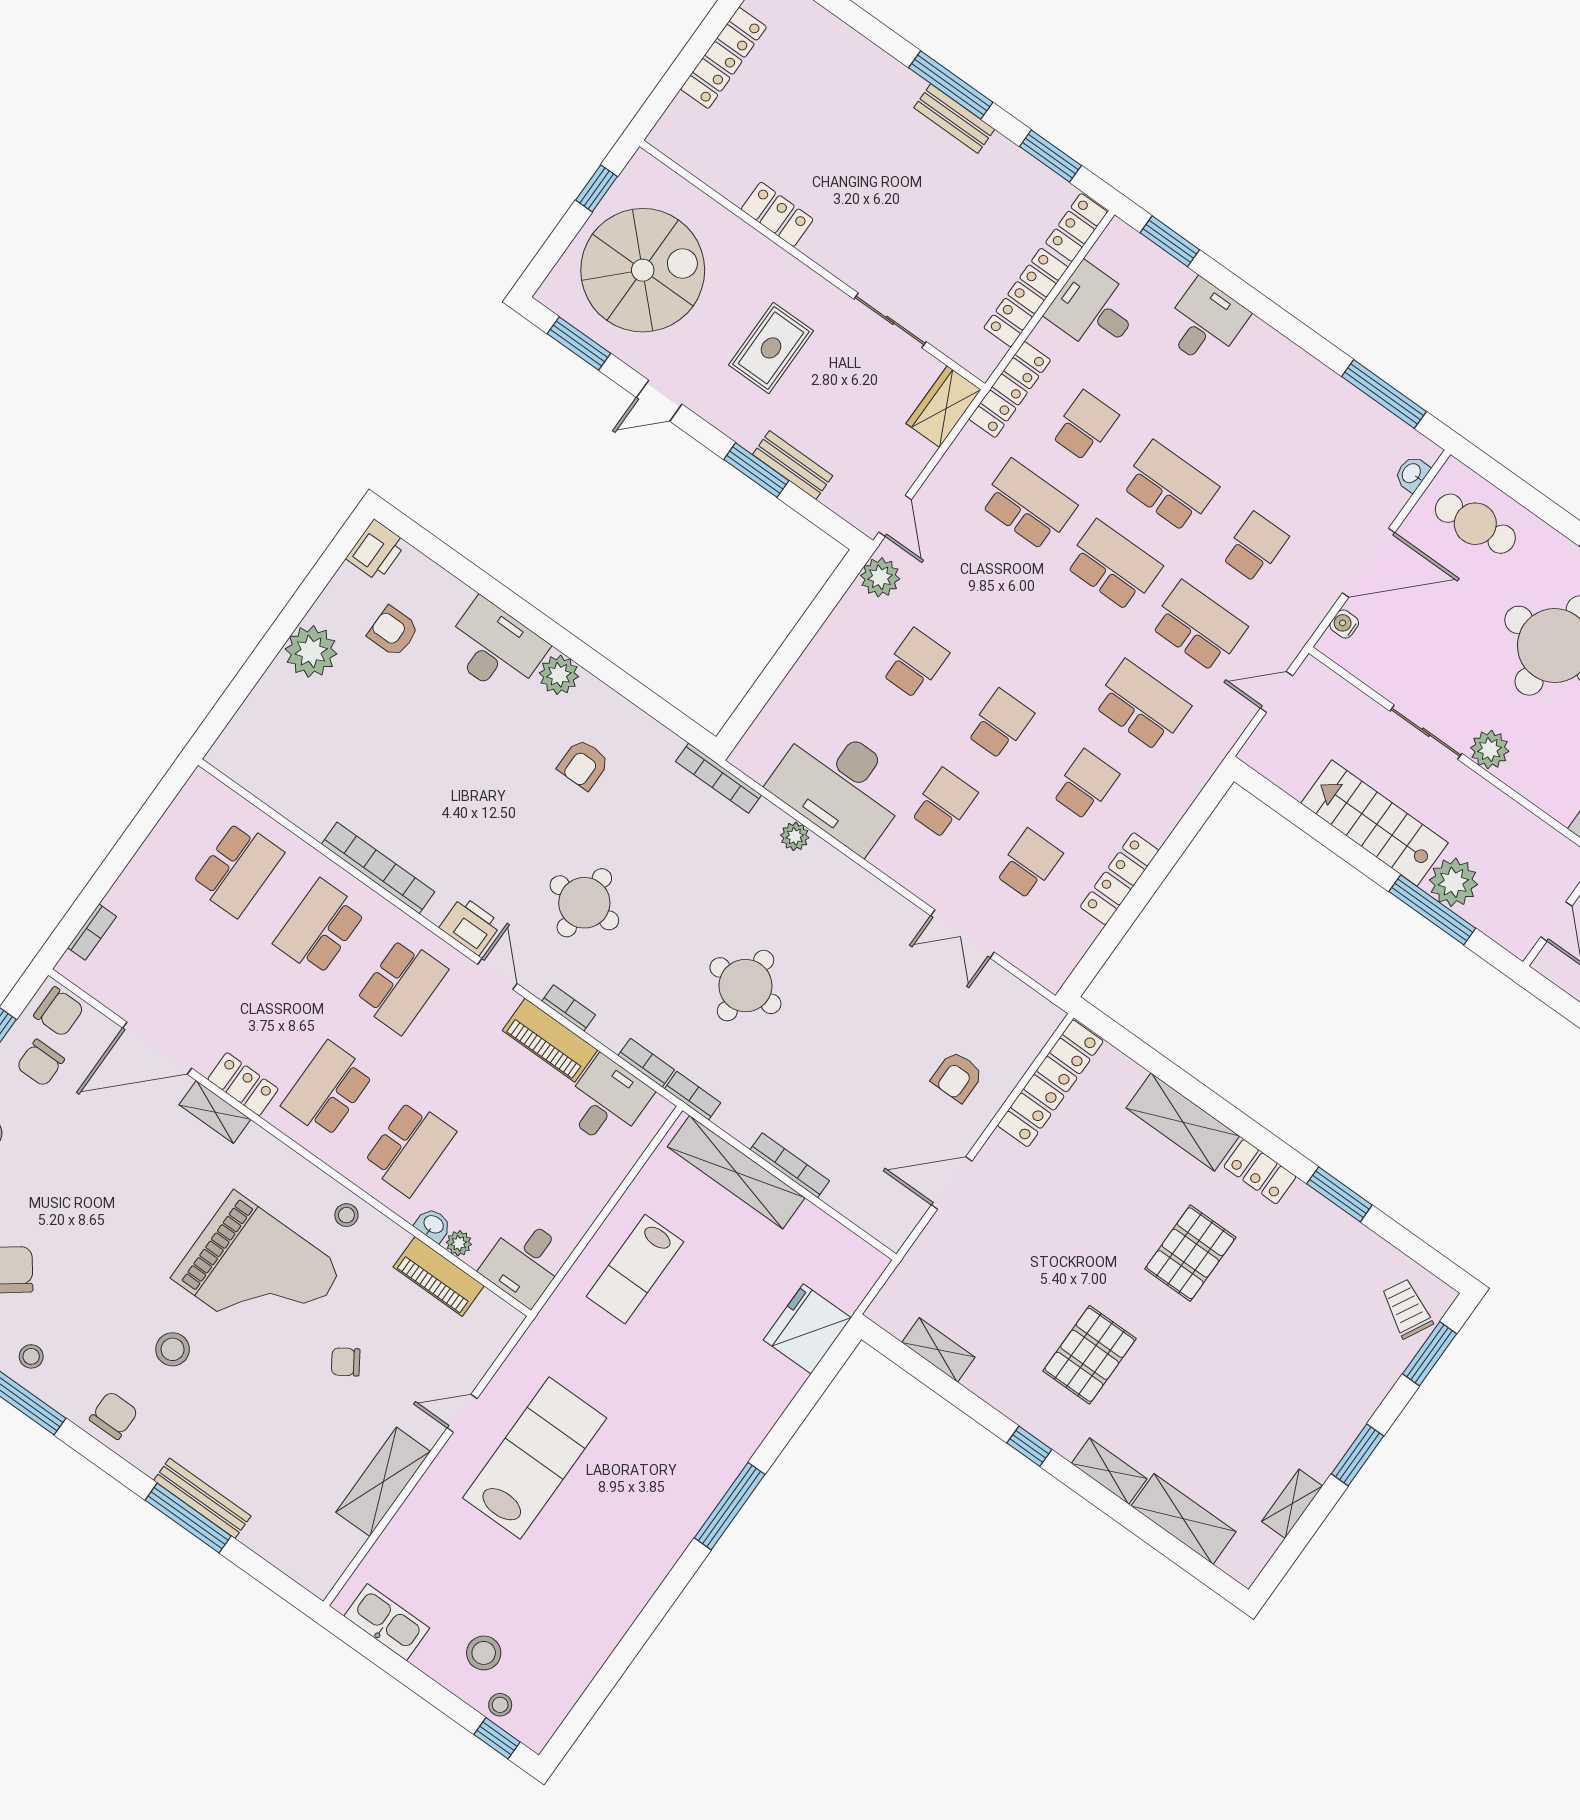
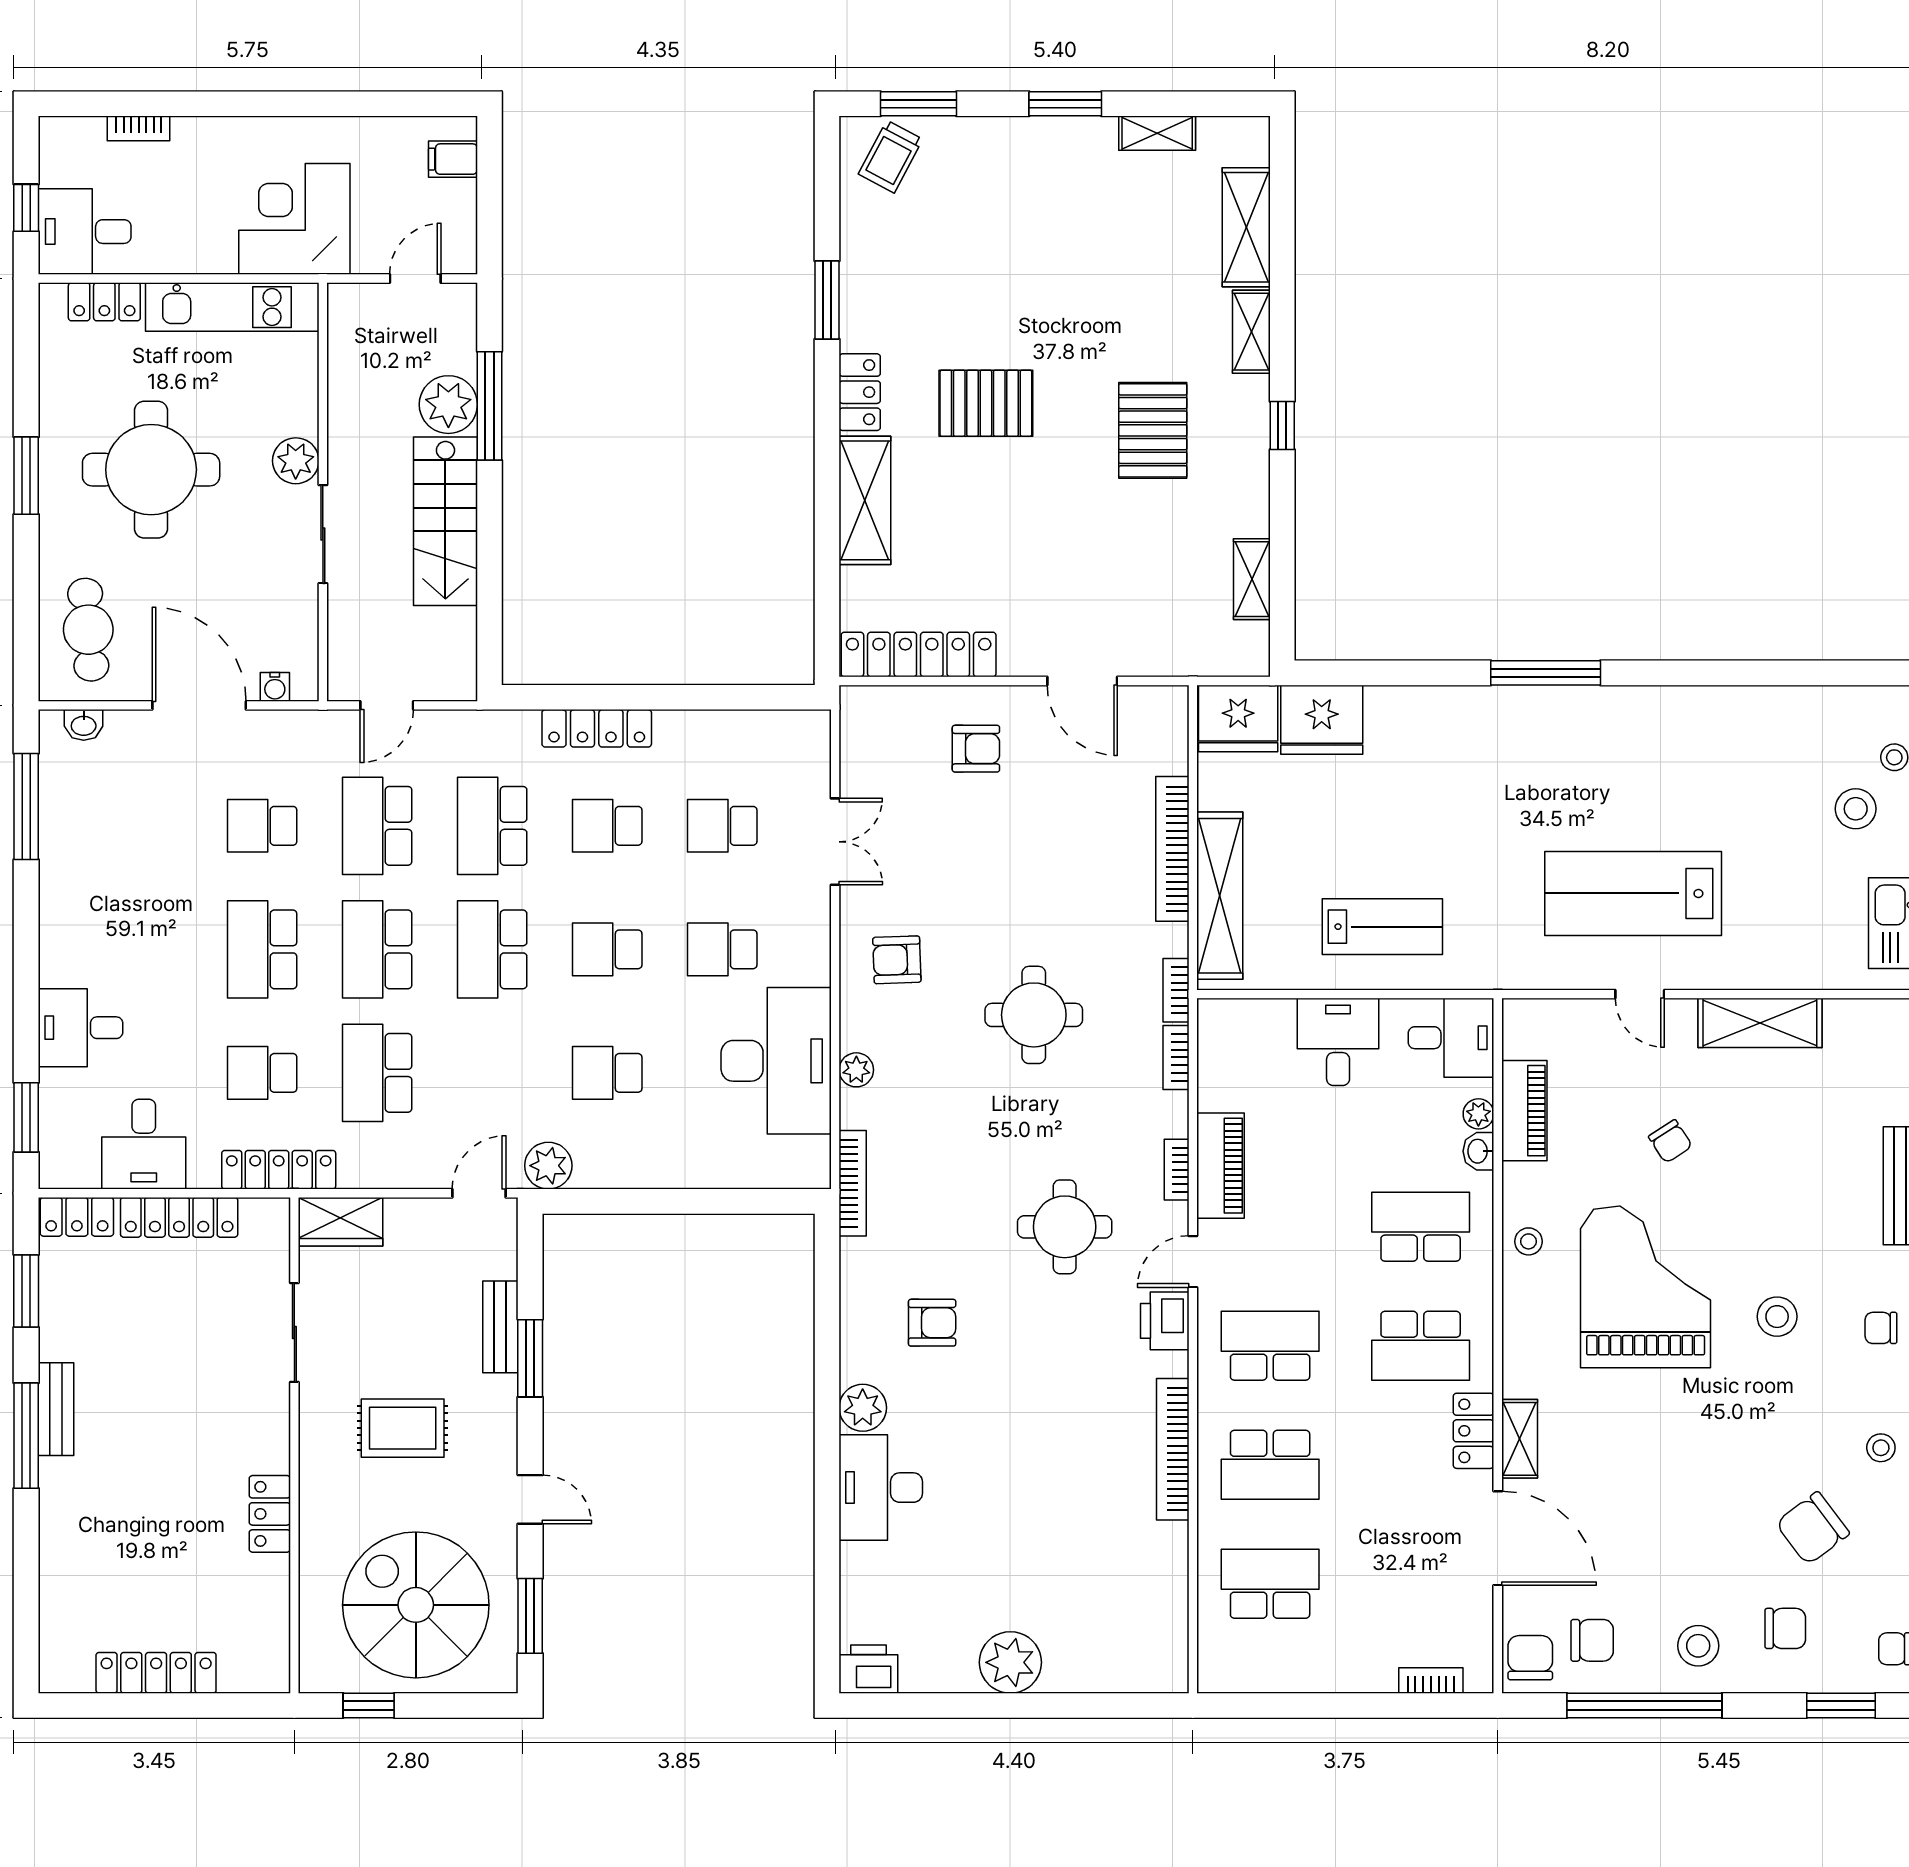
armchair: (393, 631) -> (897, 960), moved, turned 88
school desk: (1057, 645) -> (492, 949), added
door: (1276, 692) -> (387, 705), hinge flipped
locker: (1120, 879) -> (597, 728), moved
desk: (607, 1102) -> (1338, 1042), moved, turned 90
bookcase: (790, 1165) -> (1172, 849), width x1.48, depth x1.31
fridge: (849, 1272) -> (1238, 718), added
pallet: (1090, 1355) -> (1153, 430), turned 90
chair: (114, 1415) -> (1881, 1328), width x0.73, depth x0.73

